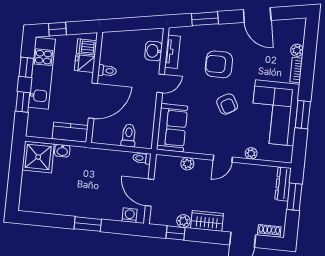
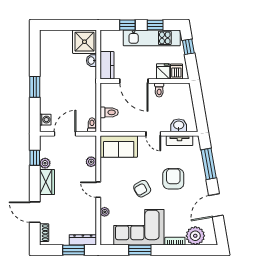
window: (205, 19) -> (209, 164), width x1.44
plant: (297, 50) -> (195, 236), width x1.87, depth x1.87

